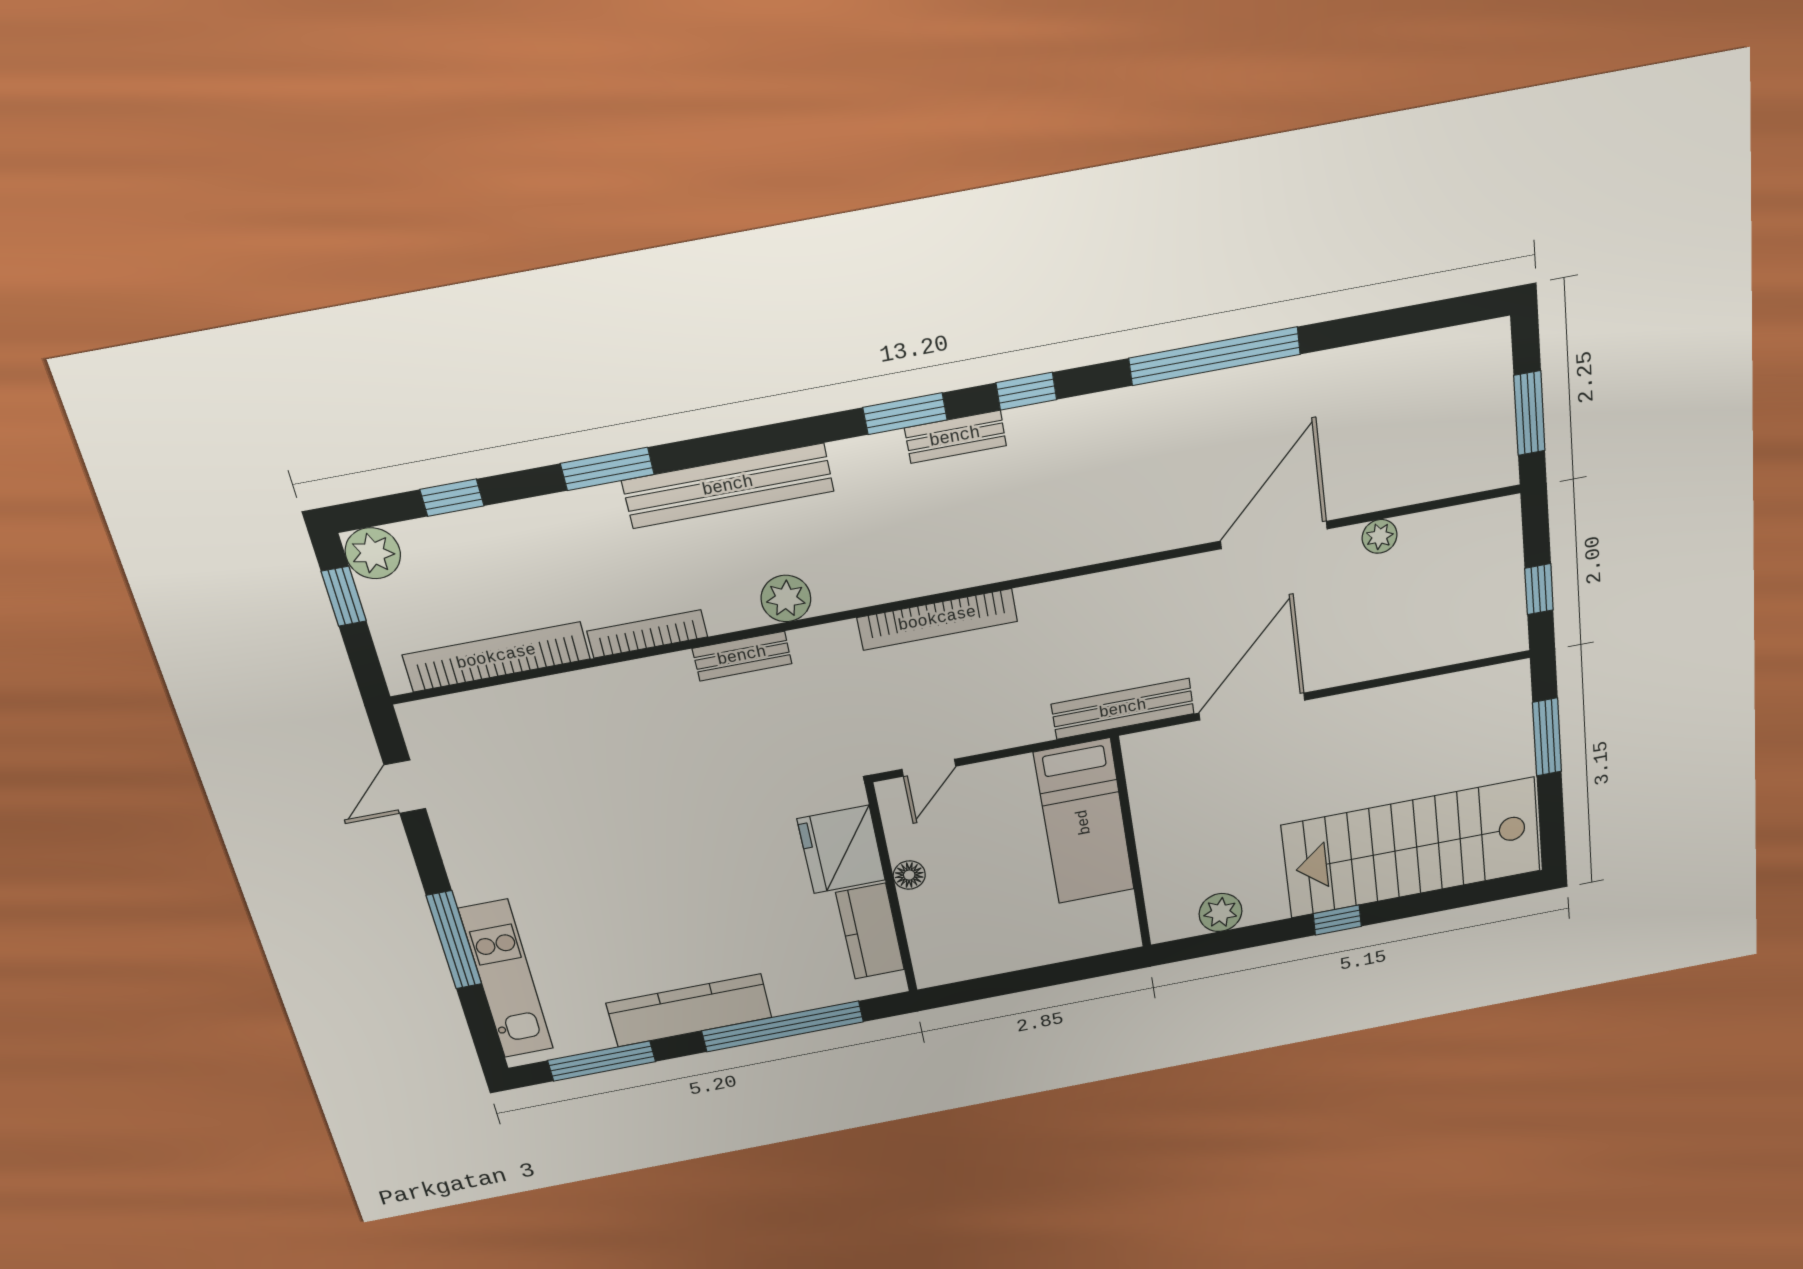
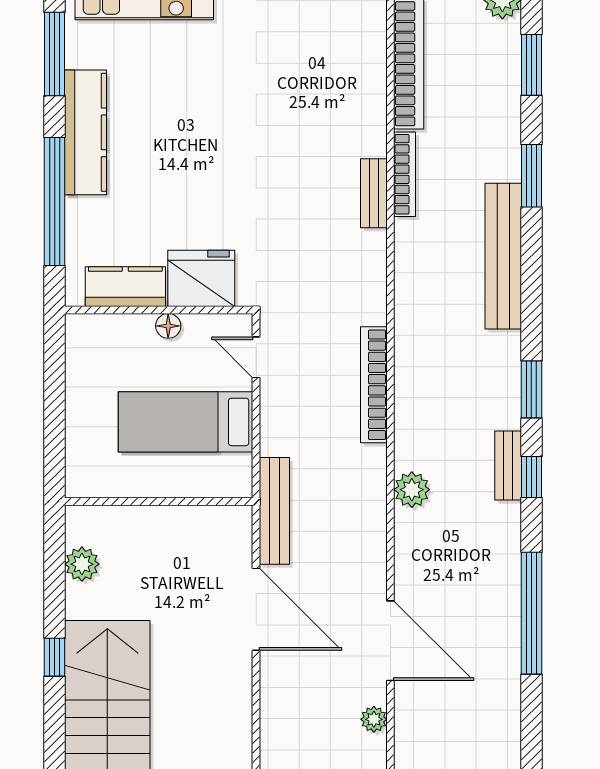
bench: (955, 437) -> (508, 465), moved
window: (452, 498) -> (531, 65), width x1.50
plant: (786, 599) -> (412, 490), moved
bench: (742, 656) -> (374, 193), moved
bed: (1084, 822) -> (186, 422), moved

